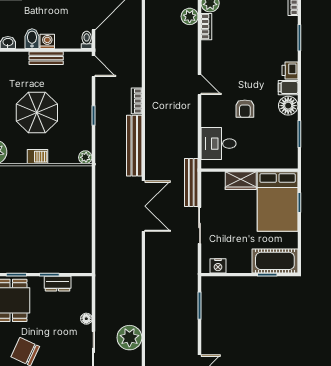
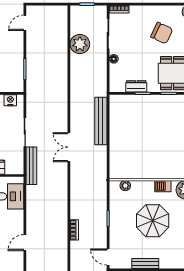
door: (200, 85) -> (25, 243), hinge flipped
bench: (134, 146) -> (101, 121), moved
barbecue: (38, 157) -> (163, 186), moved
plant: (85, 157) -> (125, 186), moved
double door: (143, 206) -> (69, 147), width x0.73

